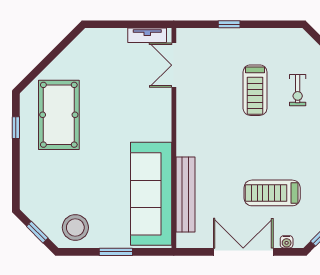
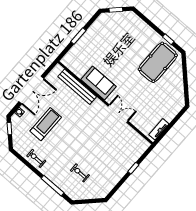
double door: (174, 65) -> (118, 114), moved
treadmill: (255, 90) -> (96, 155), removed
pool table: (59, 115) -> (158, 62), turned 90
sofa: (151, 194) -> (99, 83), width x0.54, depth x0.79
stool: (75, 228) -> (104, 28), removed

